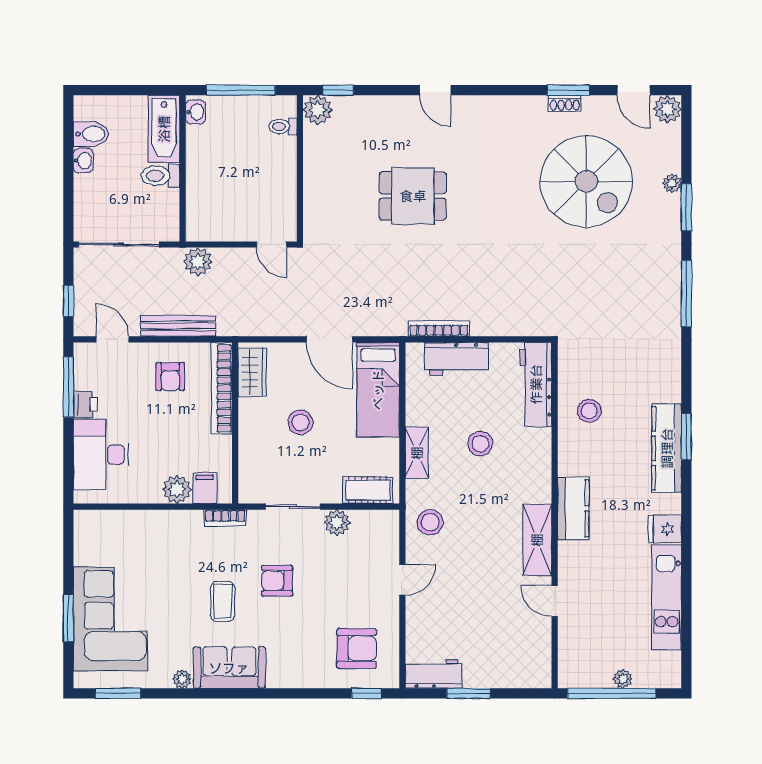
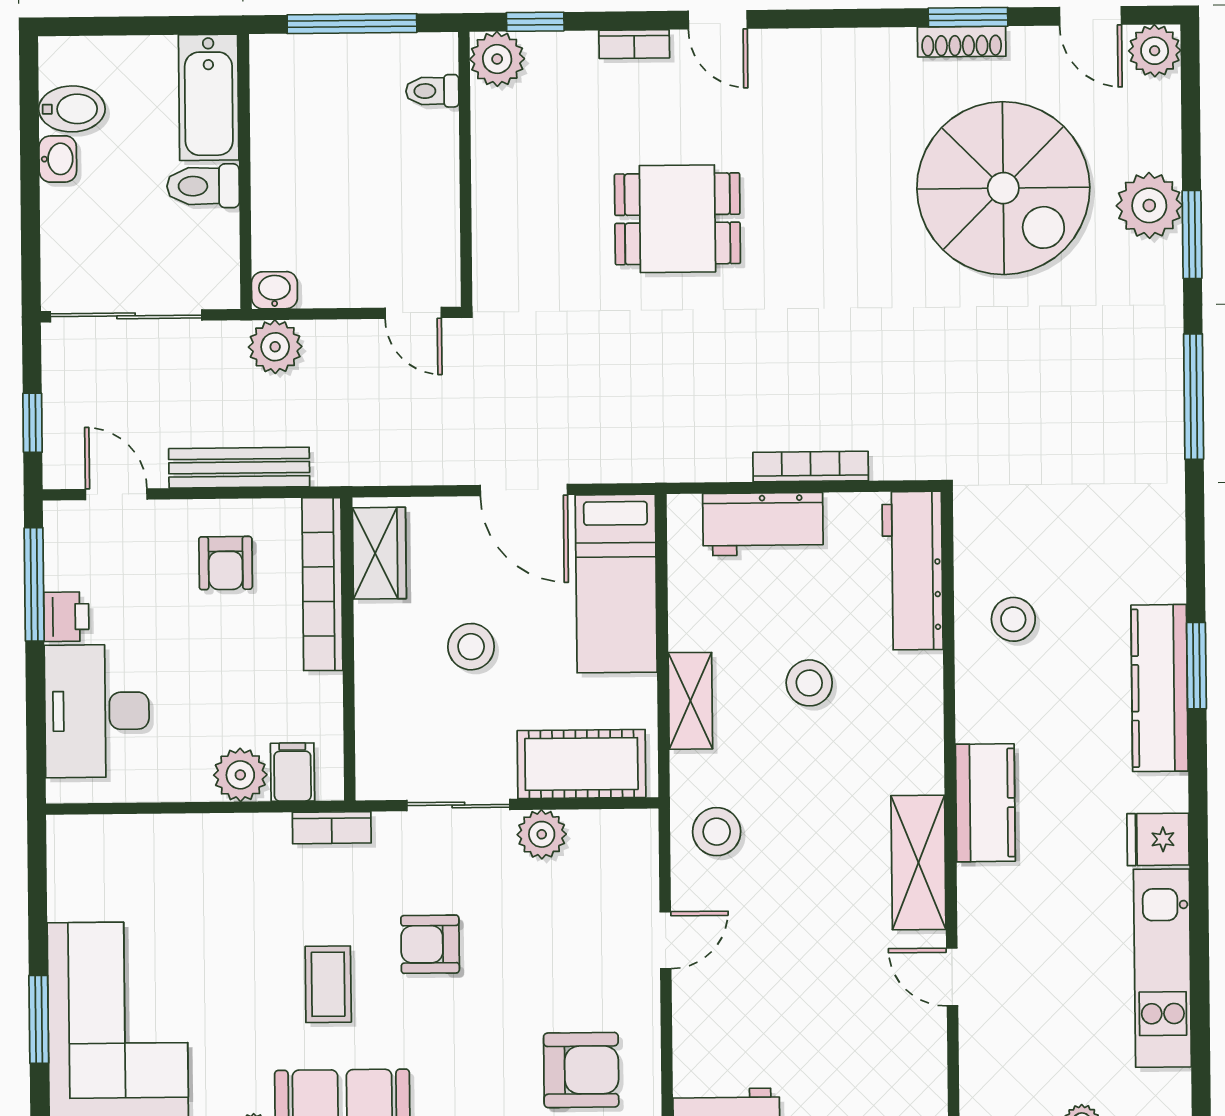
bookcase: (391, 103) -> (634, 44), added
shoe rack: (565, 103) -> (962, 42), width x1.43
washbasin: (196, 112) -> (274, 290), moved, turned -90
plant: (672, 183) -> (1149, 205), width x1.88, depth x1.88
bookcase: (439, 329) -> (811, 467), moved
cot: (368, 490) -> (581, 764), width x1.37, depth x1.34

